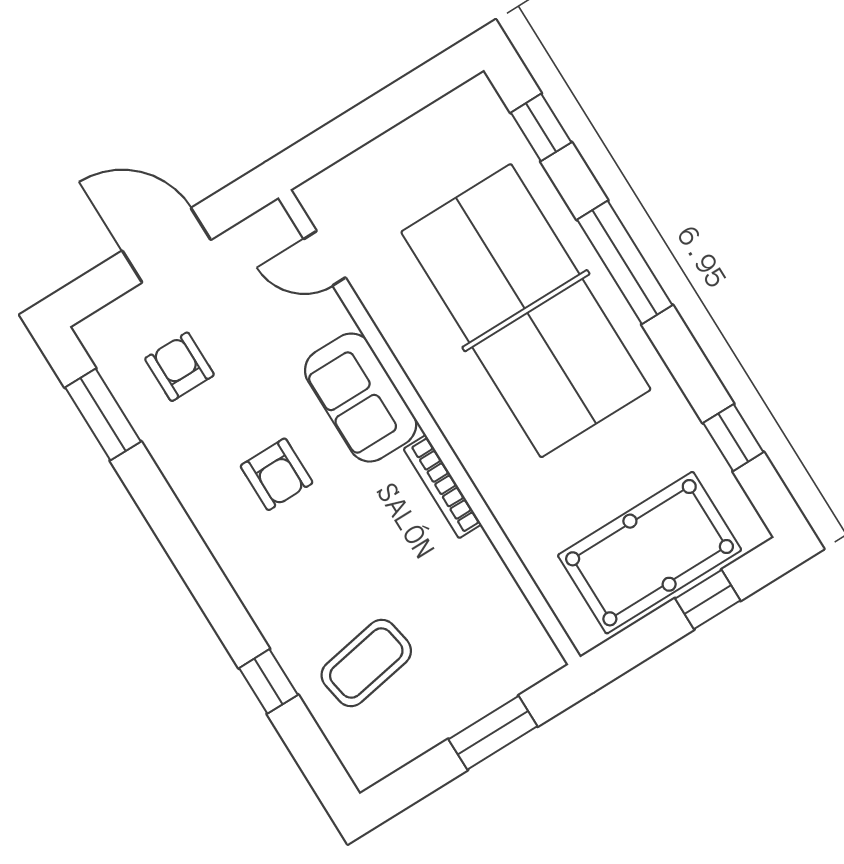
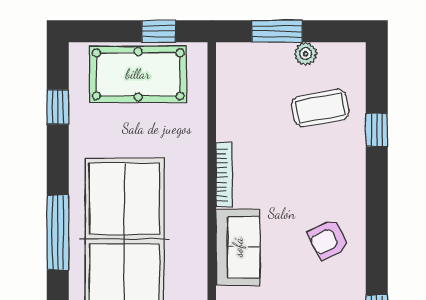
armchair: (277, 474) -> (328, 240), moved, turned -116
window: (708, 600) -> (159, 31), moved
plant: (434, 726) -> (306, 54), added

